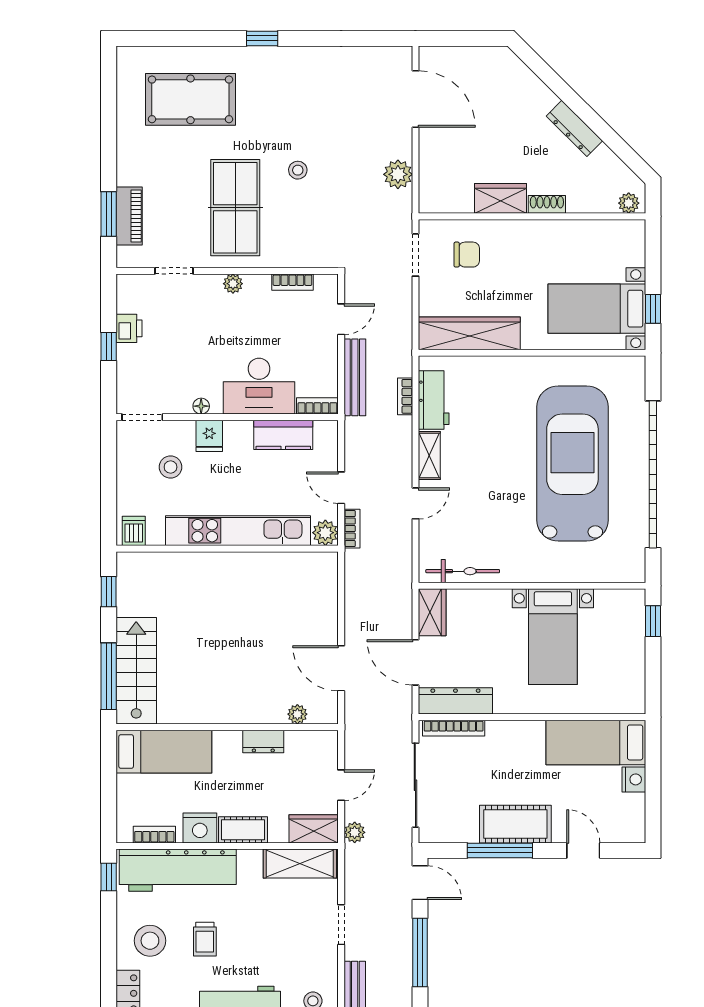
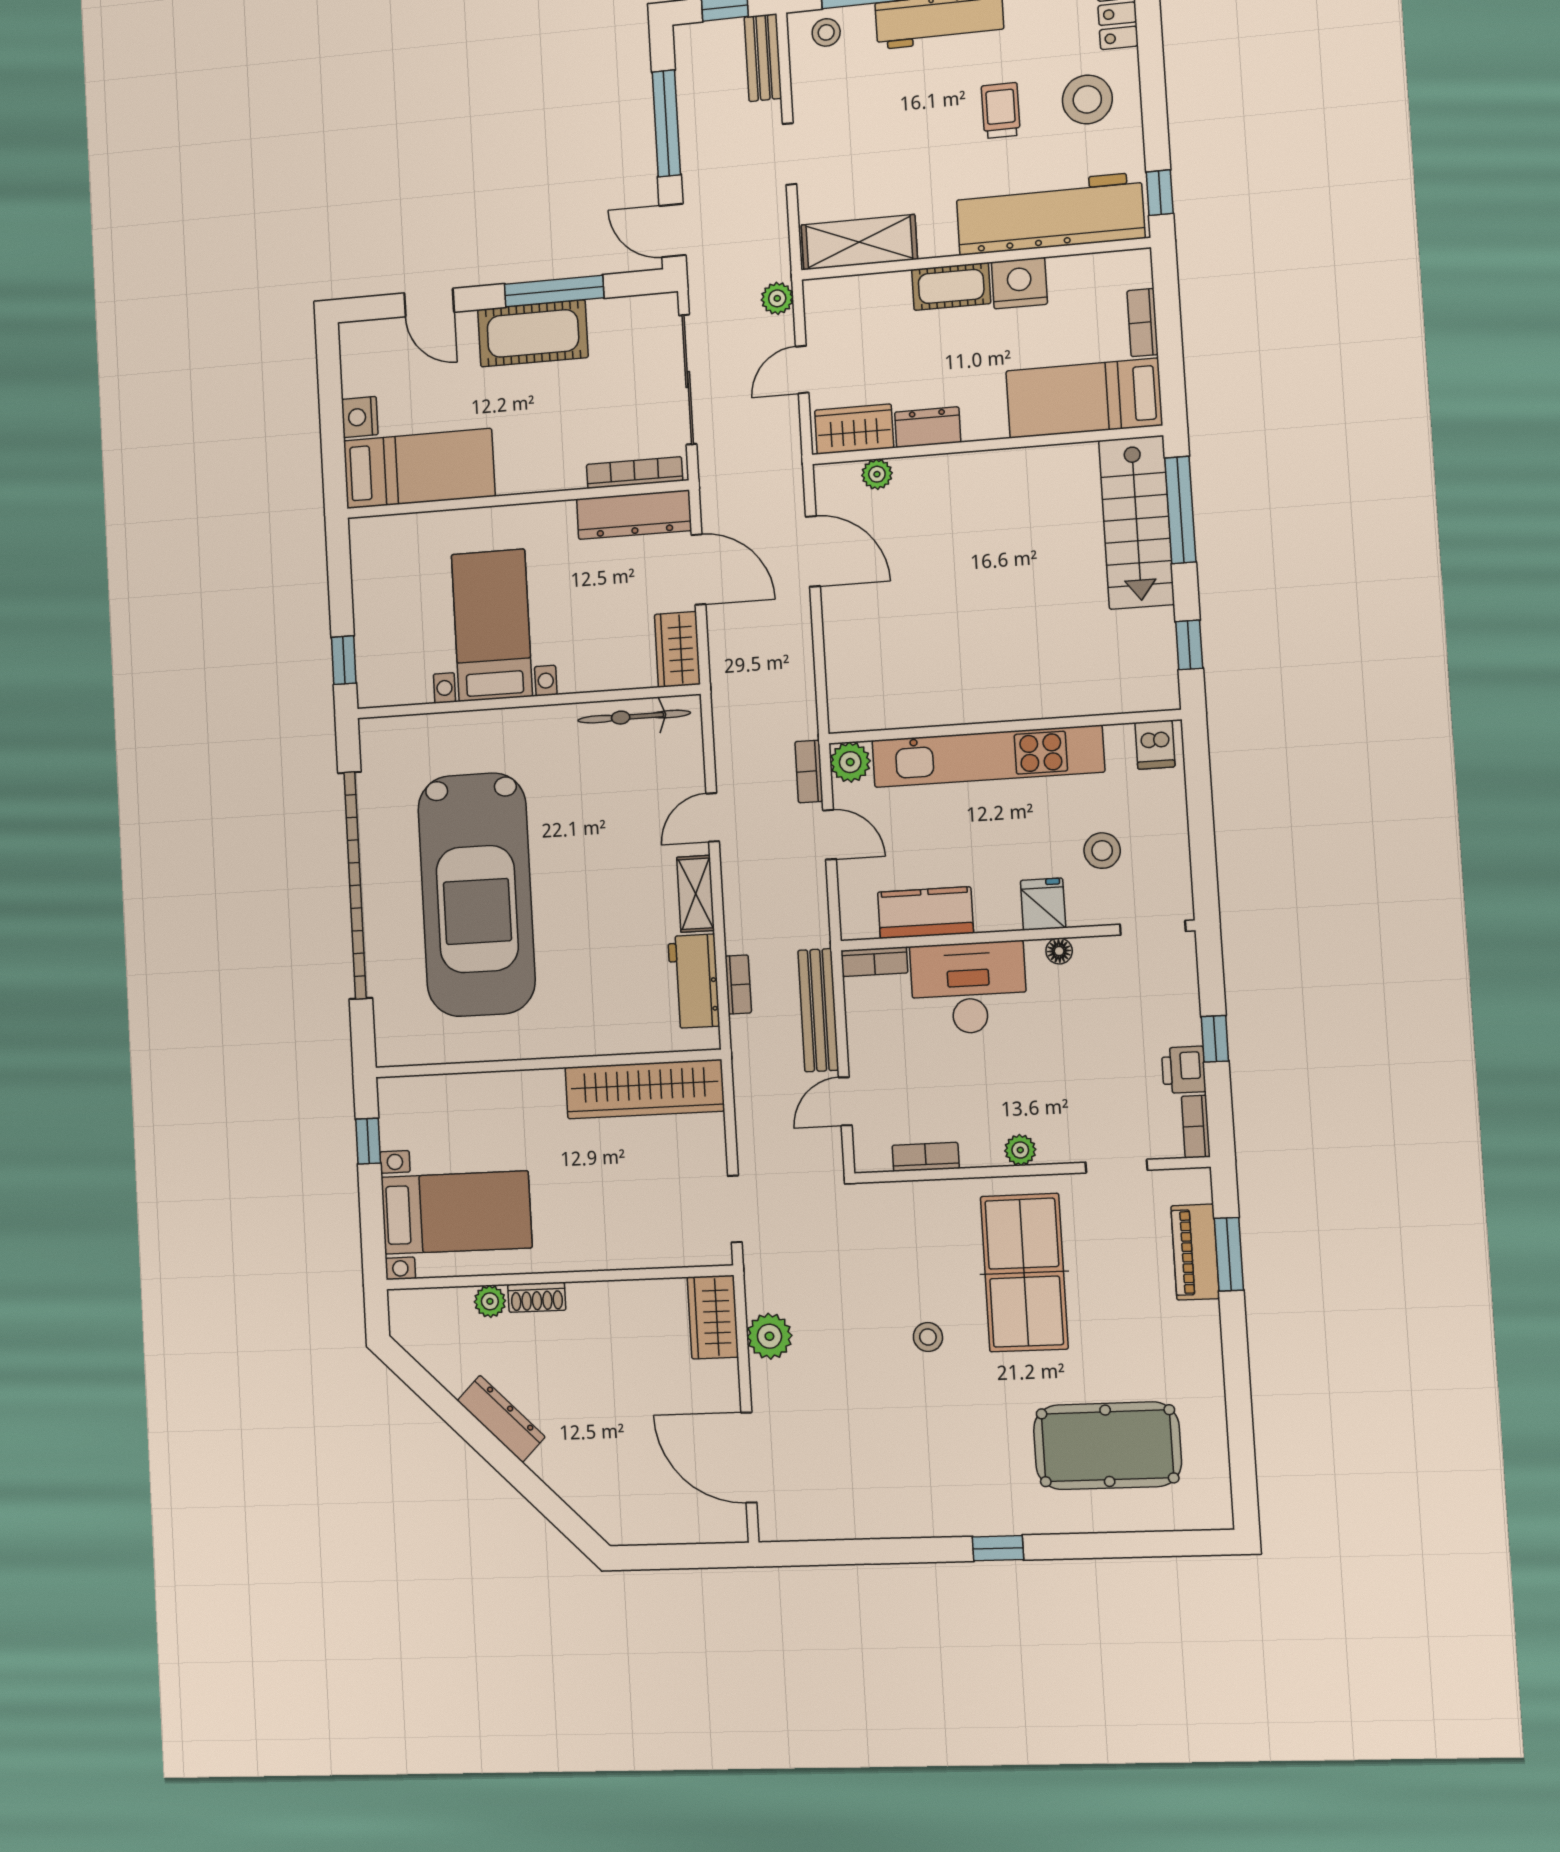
wardrobe: (501, 198) -> (713, 1317), moved, turned 90
plant: (629, 203) -> (490, 1301), moved
chair: (467, 255) -> (655, 1213), removed
bookcase: (124, 293) -> (1196, 1127), added
bed with nightstands: (597, 309) -> (456, 1213), moved
wardrobe: (314, 829) -> (854, 429), moved, turned 180
bookcase: (154, 835) -> (1143, 323), moved, turned 90

